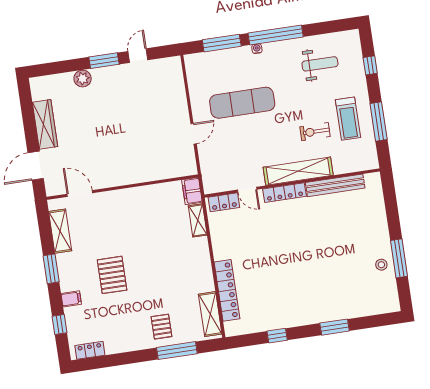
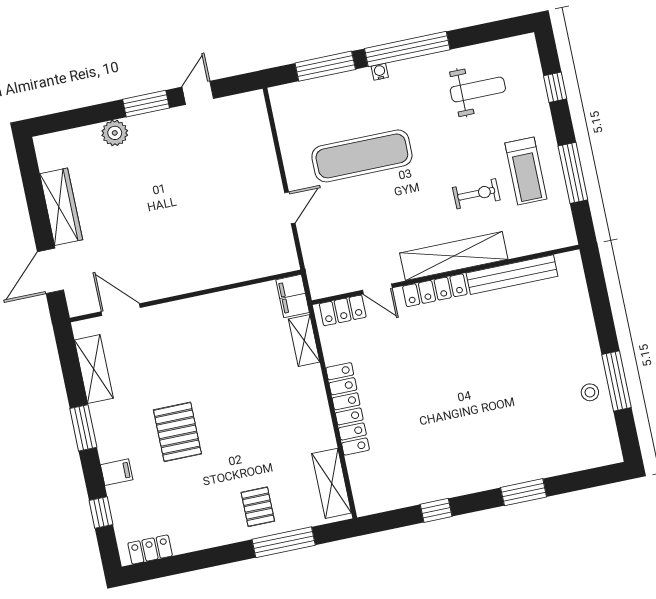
exercise bike: (315, 132) -> (476, 194), turned 180
locker: (227, 290) -> (348, 409), moved

